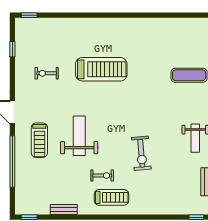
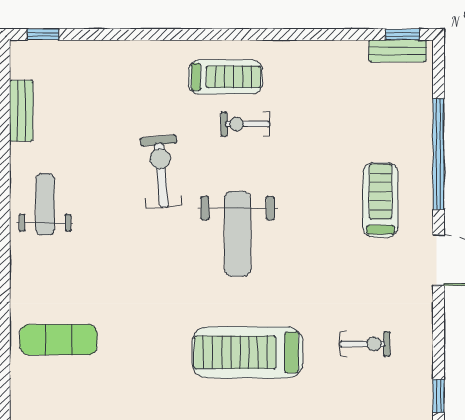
weight bench: (79, 136) -> (238, 234), moved
treadmill: (111, 197) -> (225, 77), turned 180
bench: (64, 209) -> (398, 51), moved

